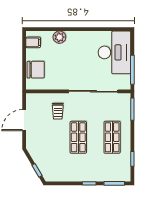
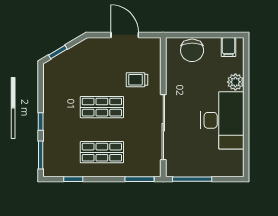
desk: (114, 52) -> (222, 120), moved, turned -90

